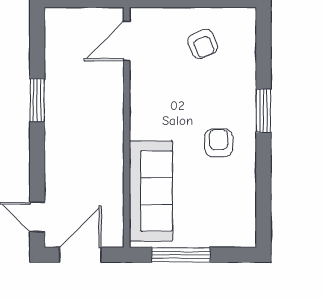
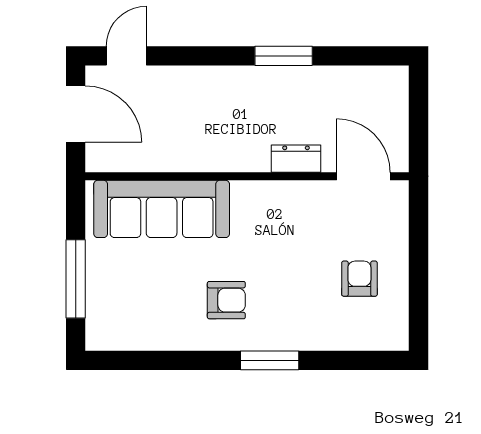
armchair: (203, 44) -> (359, 279), turned 113
dresser: (114, 91) -> (296, 159), added
window: (181, 255) -> (76, 279), moved

